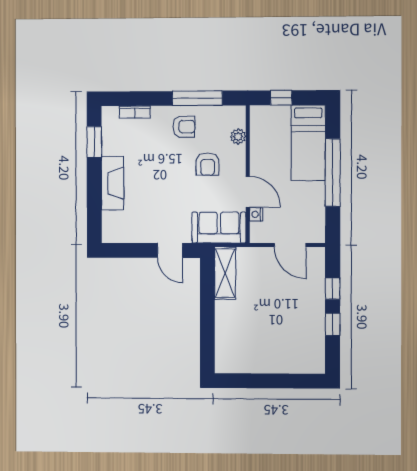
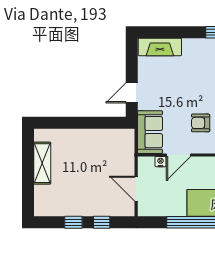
fireplace: (113, 183) -> (160, 47), moved
door: (290, 245) -> (136, 189), hinge flipped
shelving: (225, 273) -> (42, 163), moved, turned 90

